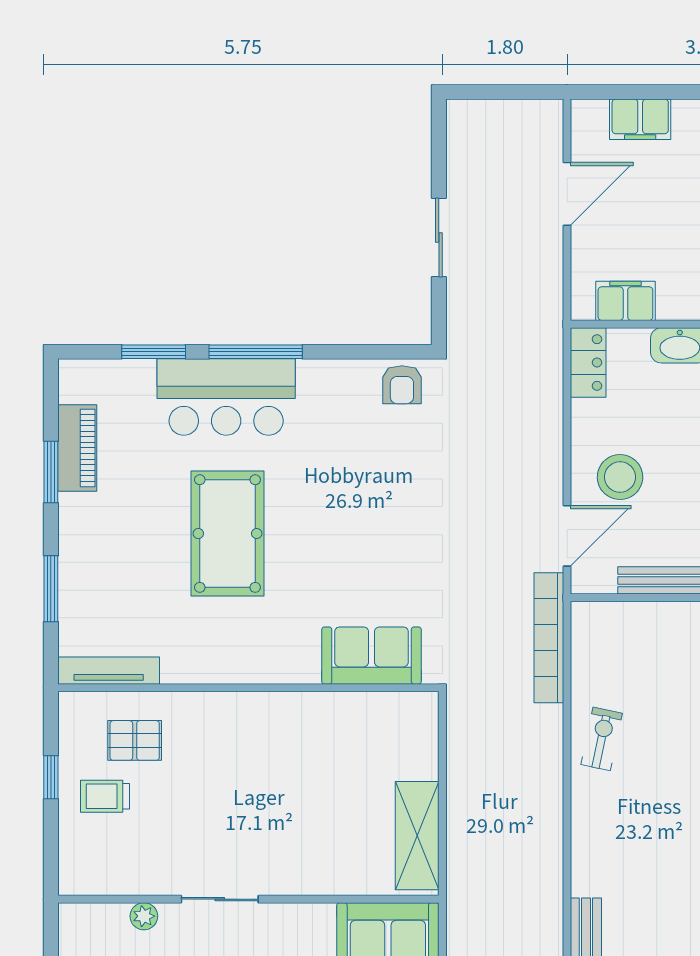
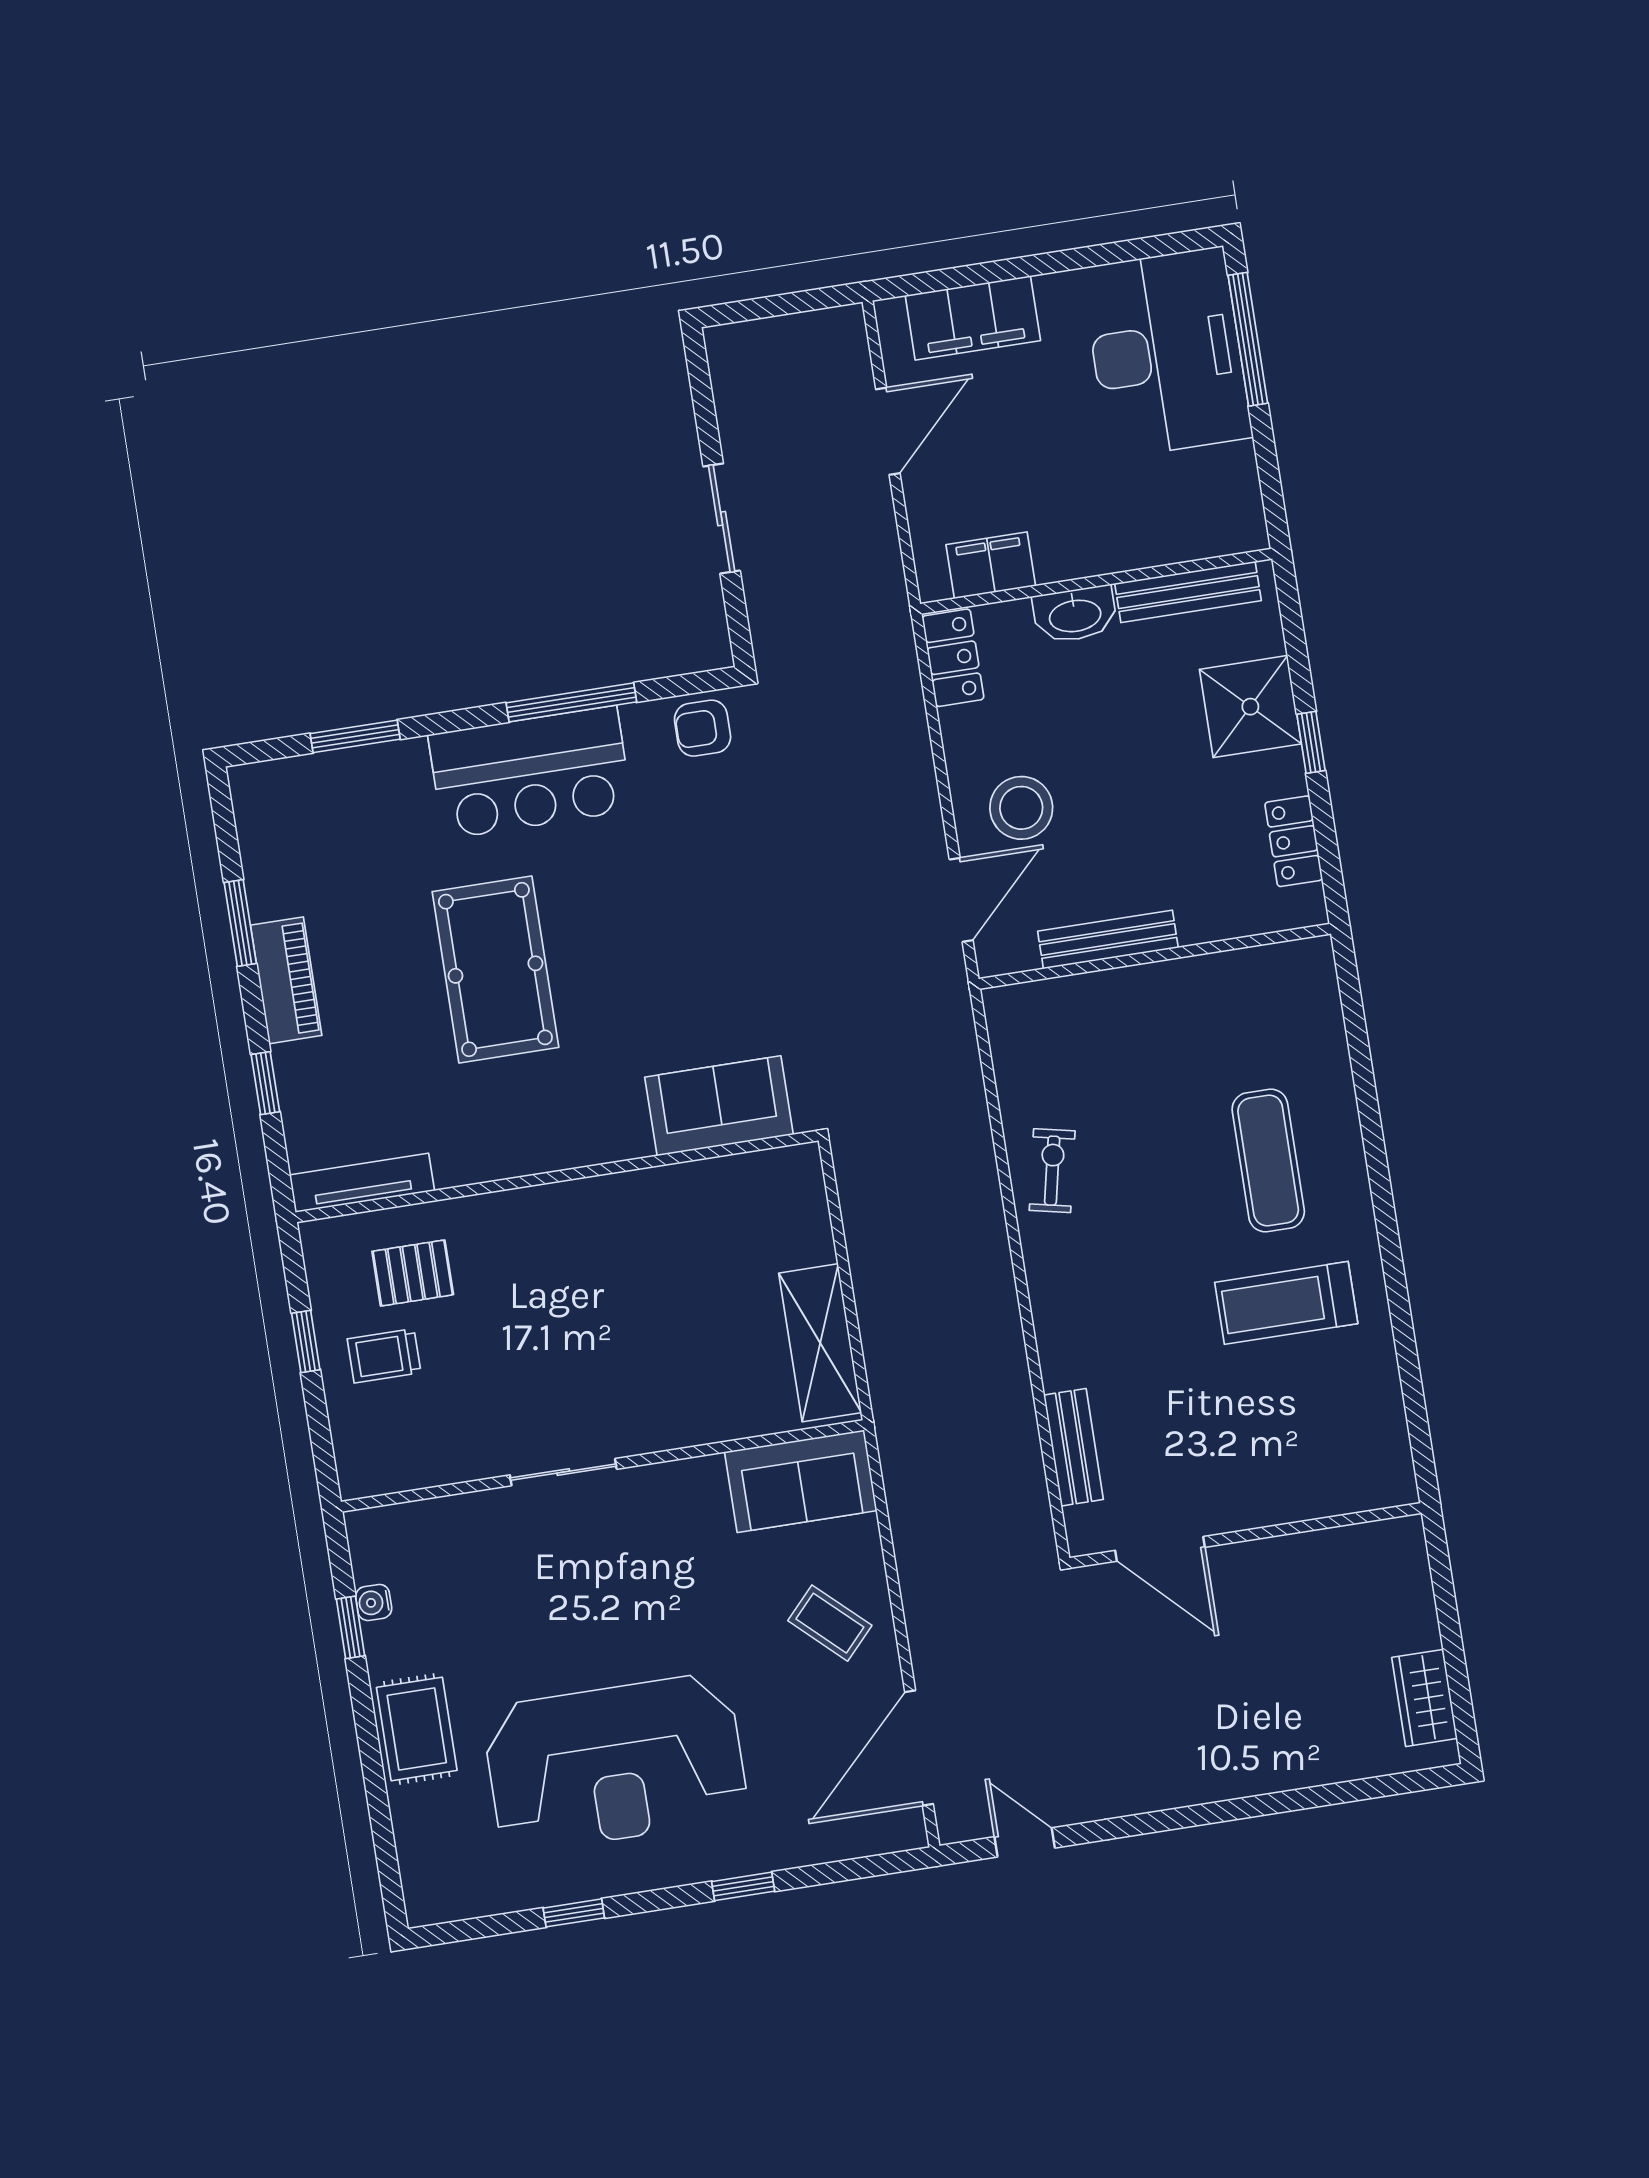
filing cabinet: (640, 119) -> (973, 318), width x1.50, depth x1.17
window: (256, 352) -> (571, 702), moved
armchair: (402, 385) -> (703, 728), turned 90
bar counter: (226, 397) -> (530, 773), moved
piano: (77, 448) -> (286, 980), moved
window: (51, 589) -> (265, 1083), width x0.67
bookcase: (549, 638) -> (958, 1043), removed
plant: (144, 916) -> (463, 1512), removed

